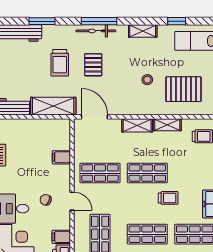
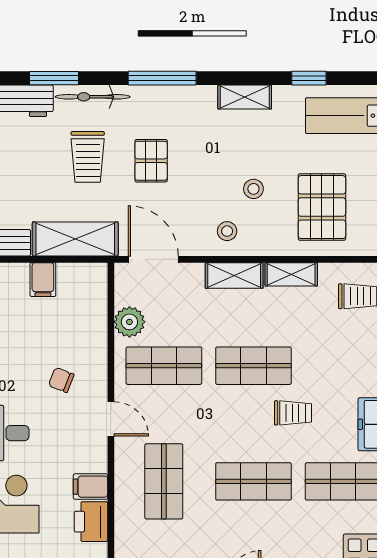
bicycle: (96, 31) -> (93, 97), moved
pallet: (183, 89) -> (322, 207), turned 90
stool: (133, 102) -> (227, 231), added
plant: (82, 150) -> (129, 322), added
filing cabinet: (61, 157) -> (43, 280), moved, turned -90
chair: (46, 200) -> (61, 380), moved

